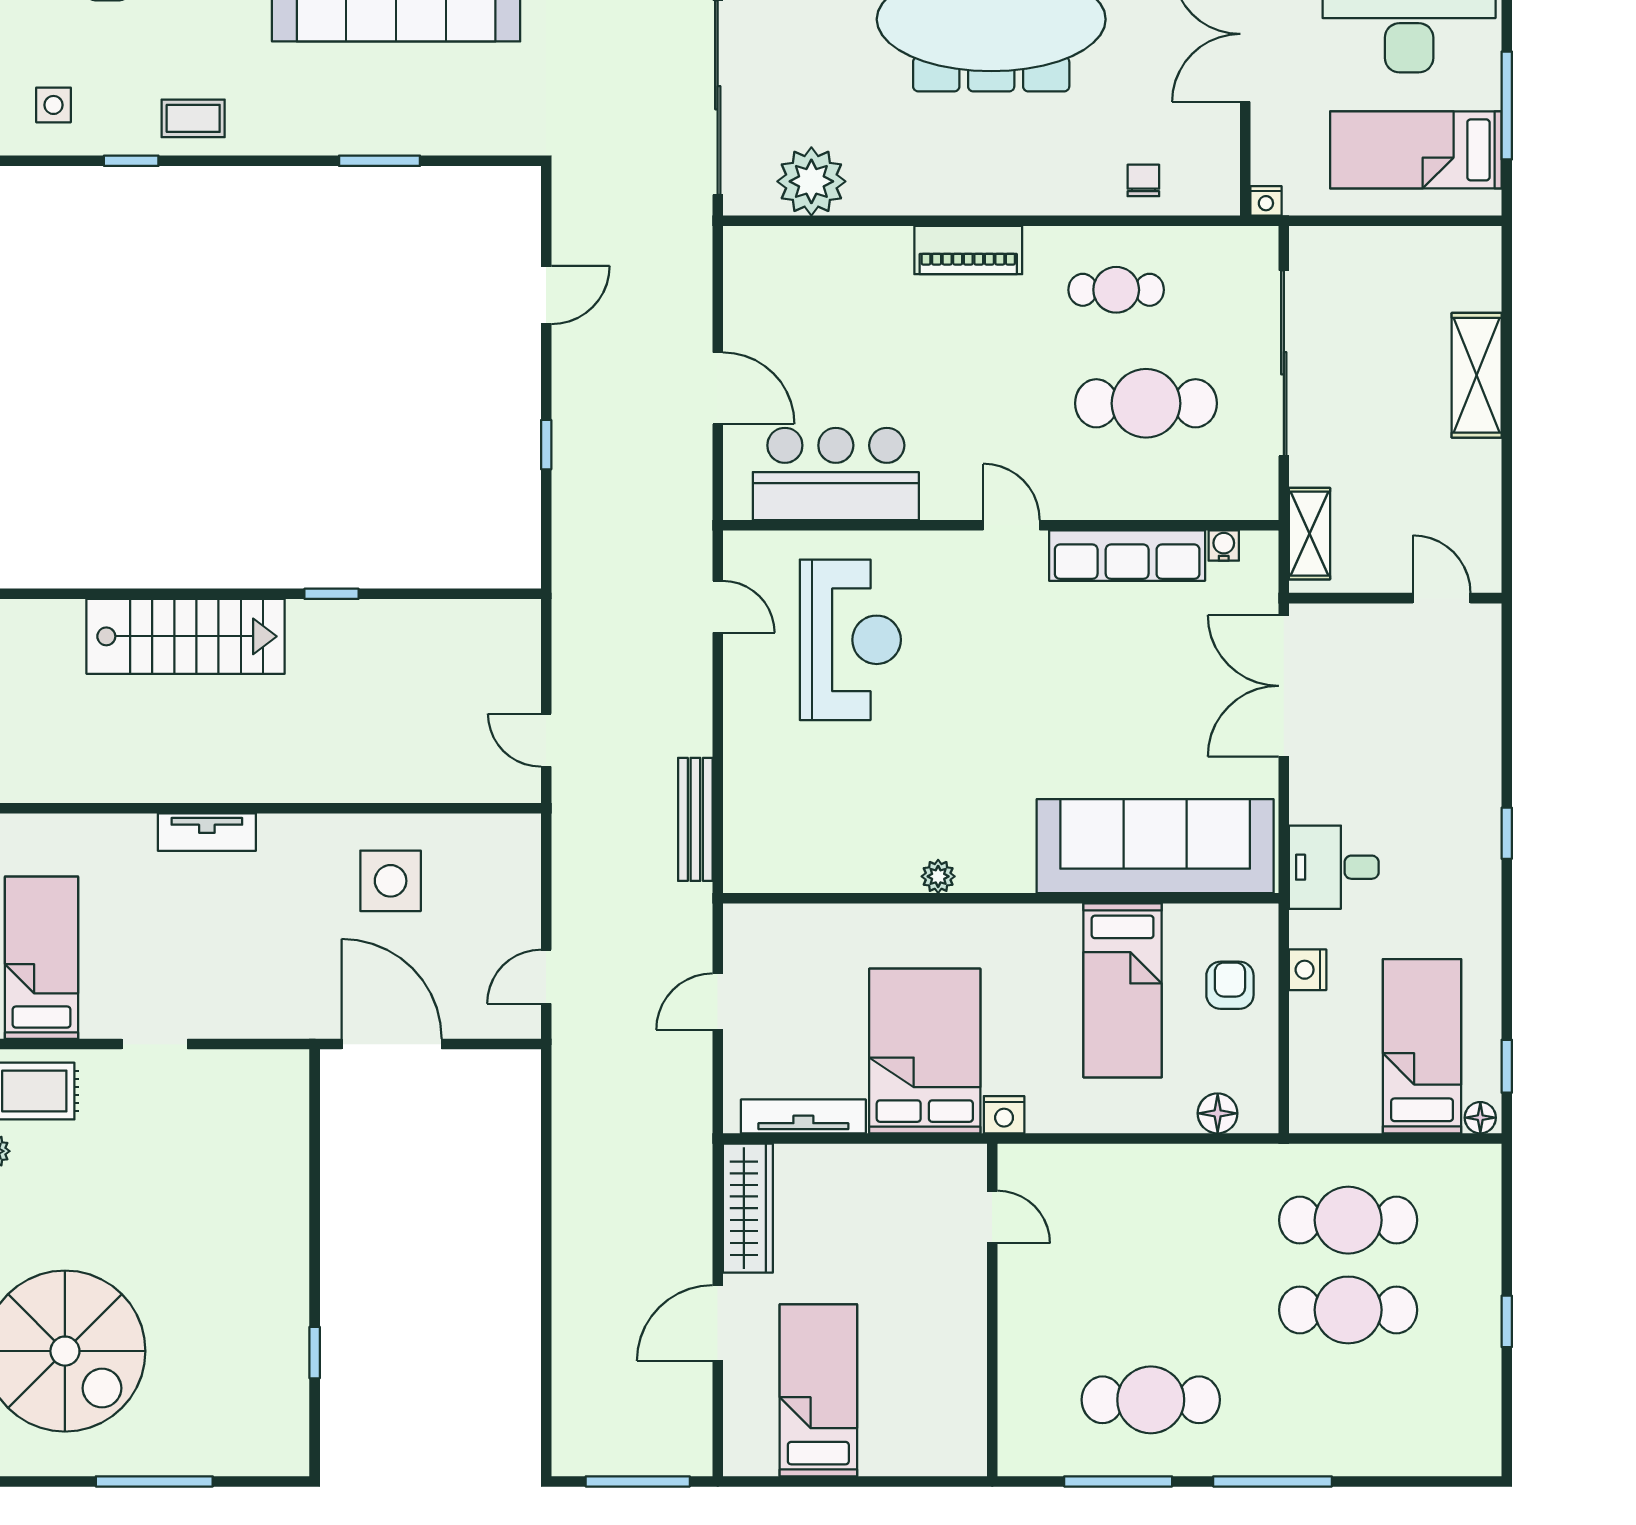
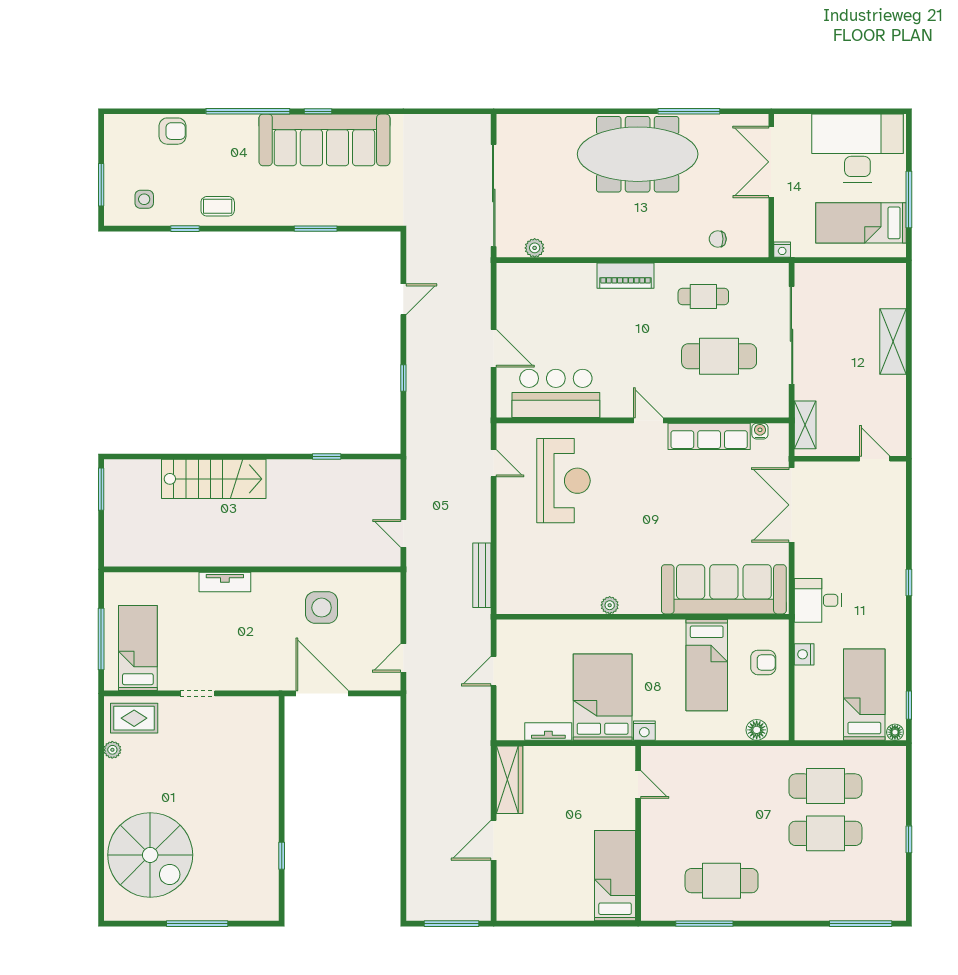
chair: (1143, 180) -> (718, 239), turned -90
plant: (811, 181) -> (535, 248), width x0.53, depth x0.53
window: (332, 594) -> (327, 457), moved
armchair: (1230, 985) -> (763, 662), turned 90
tv unit: (803, 1116) -> (548, 731), width x0.71
bed: (818, 1390) -> (615, 876), moved
window: (1273, 1481) -> (861, 924), moved

